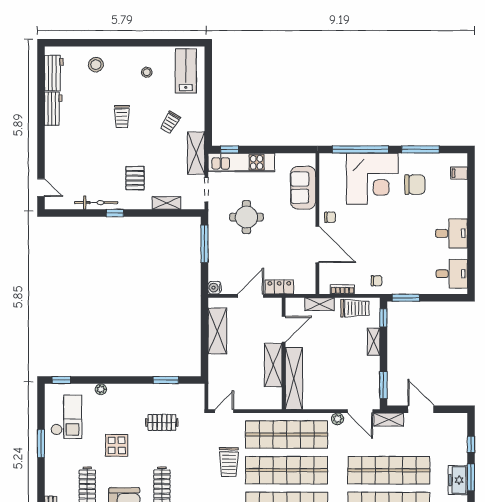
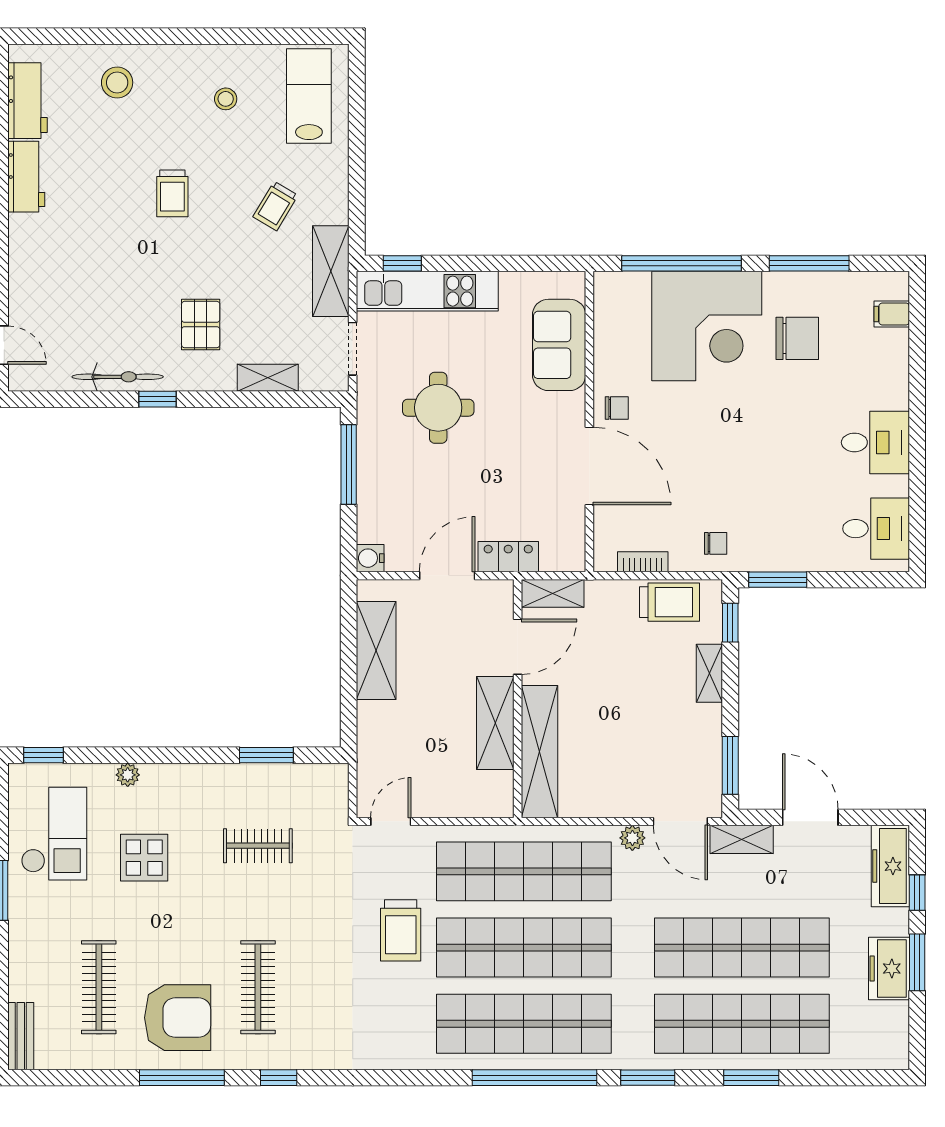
shelving: (320, 304) -> (553, 593), moved
freezer: (458, 432) -> (890, 866), added
display table: (117, 445) -> (144, 858), moved

